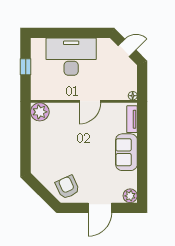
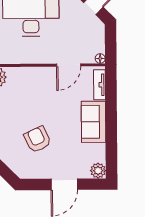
door: (90, 101) -> (69, 65), moved
armchair: (67, 187) -> (37, 139), moved

